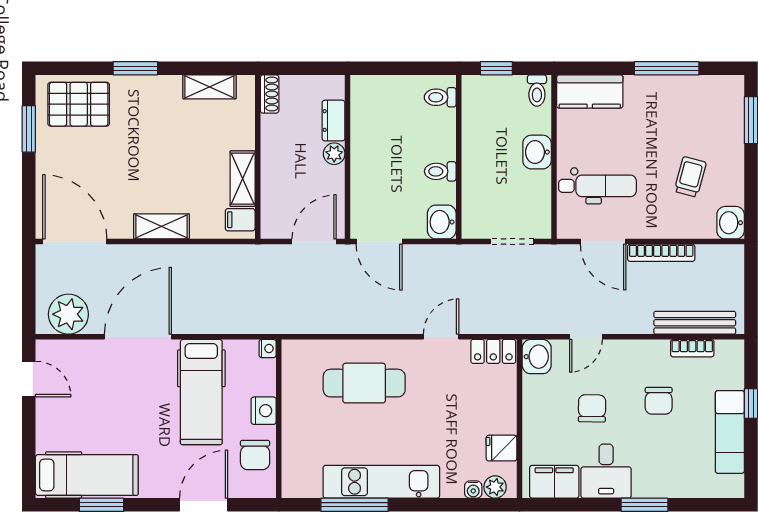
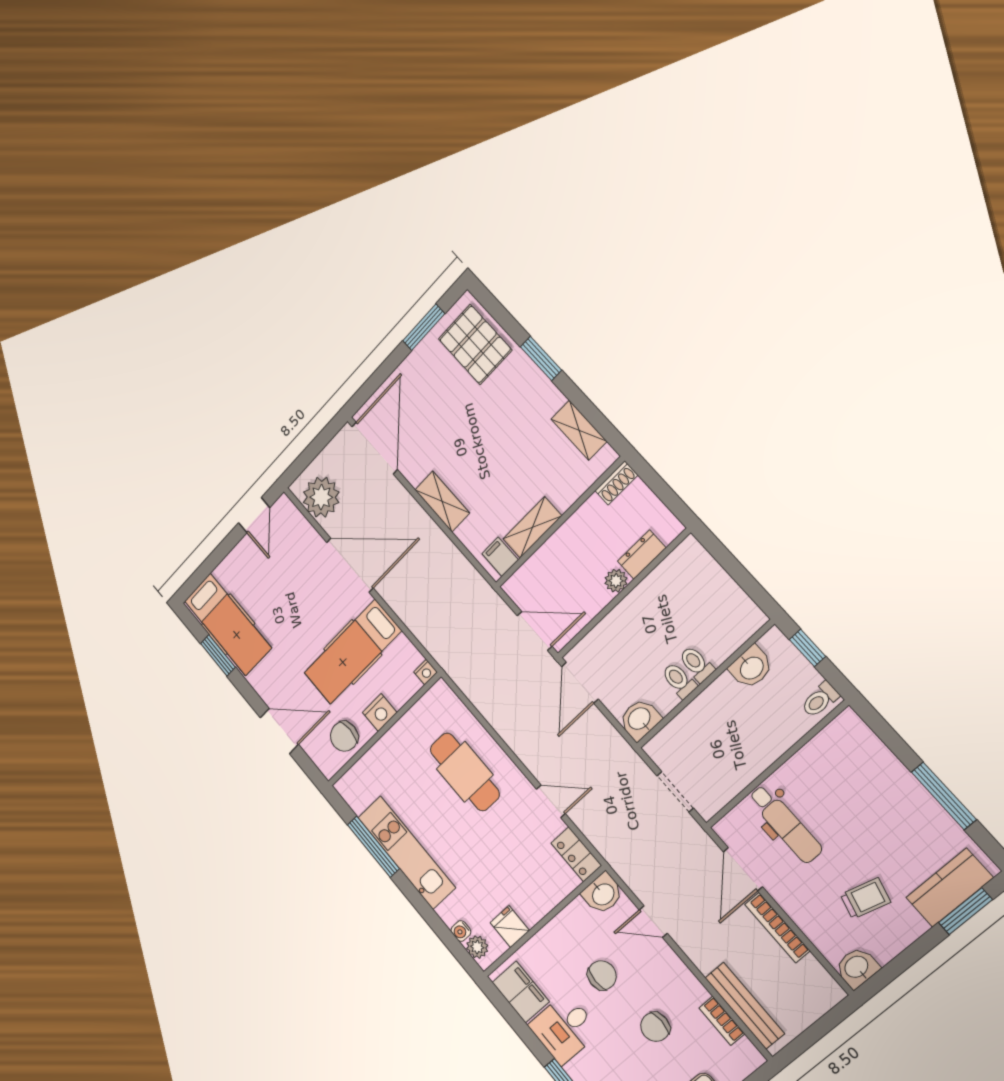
kitchen counter: (590, 92) -> (949, 888), moved, turned 90
toilet: (440, 97) -> (697, 664), moved
washbasin: (537, 152) -> (751, 667), moved, turned 180

